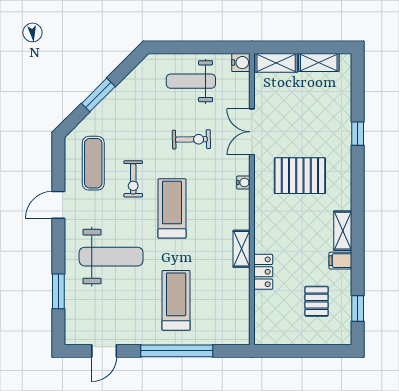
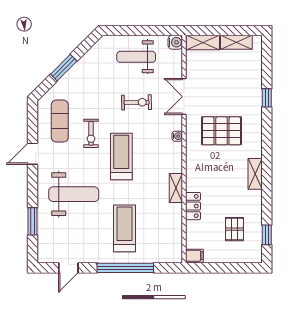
filing cabinet: (340, 261) -> (194, 256), moved, turned 180

